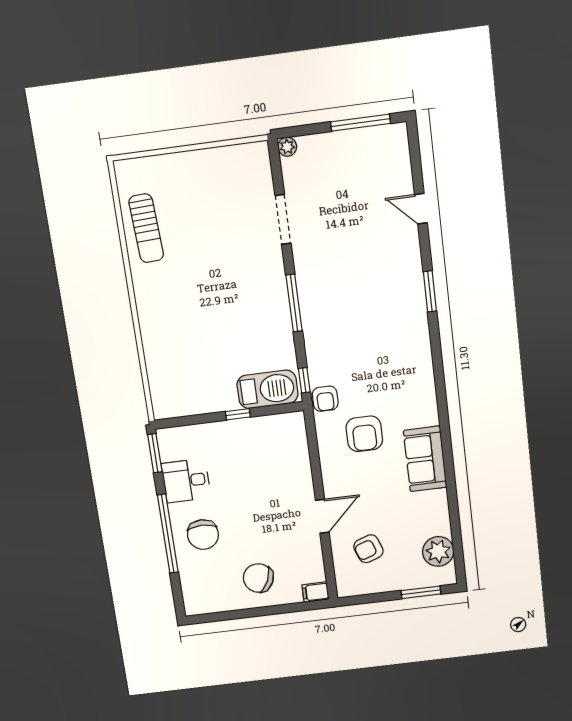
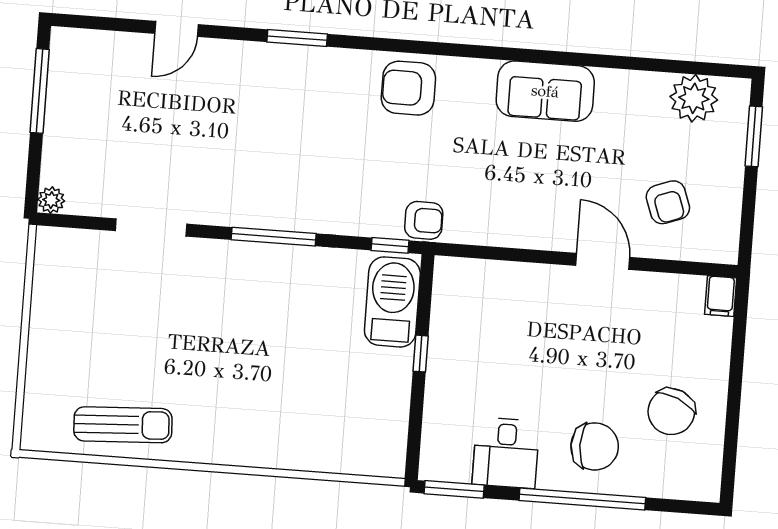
armchair: (364, 434) -> (408, 88), moved, turned 180
chair: (258, 578) -> (671, 412), moved

